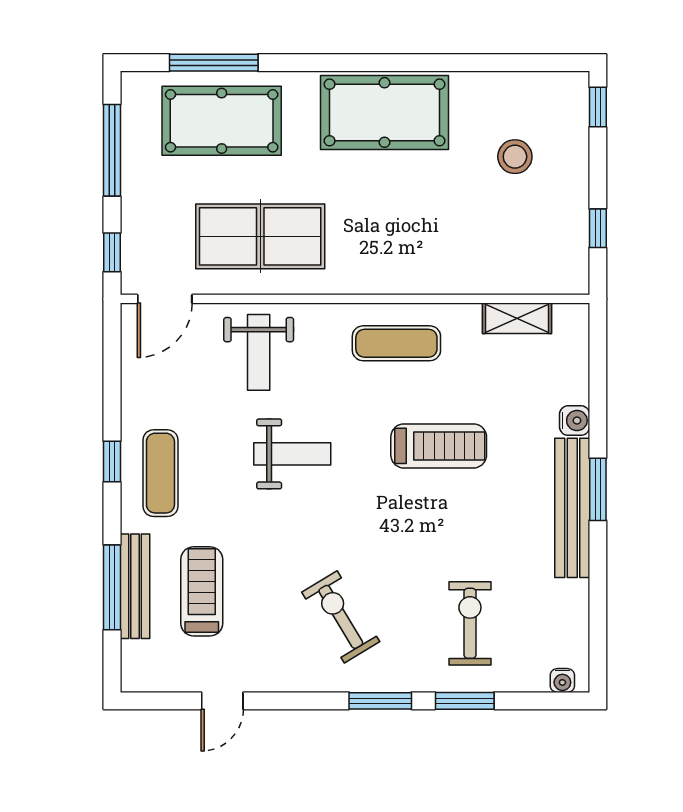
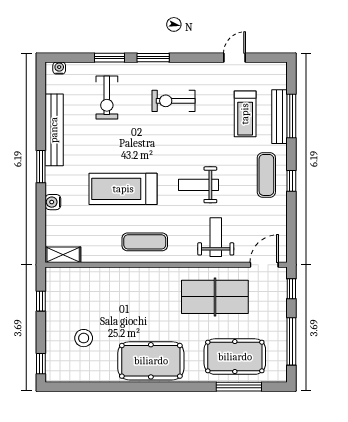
shelving: (517, 318) -> (63, 255), moved
treadmill: (439, 446) -> (123, 189), width x1.37, depth x1.38
bench: (572, 508) -> (54, 130), moved
exercise bike: (341, 617) -> (173, 101), turned 121

